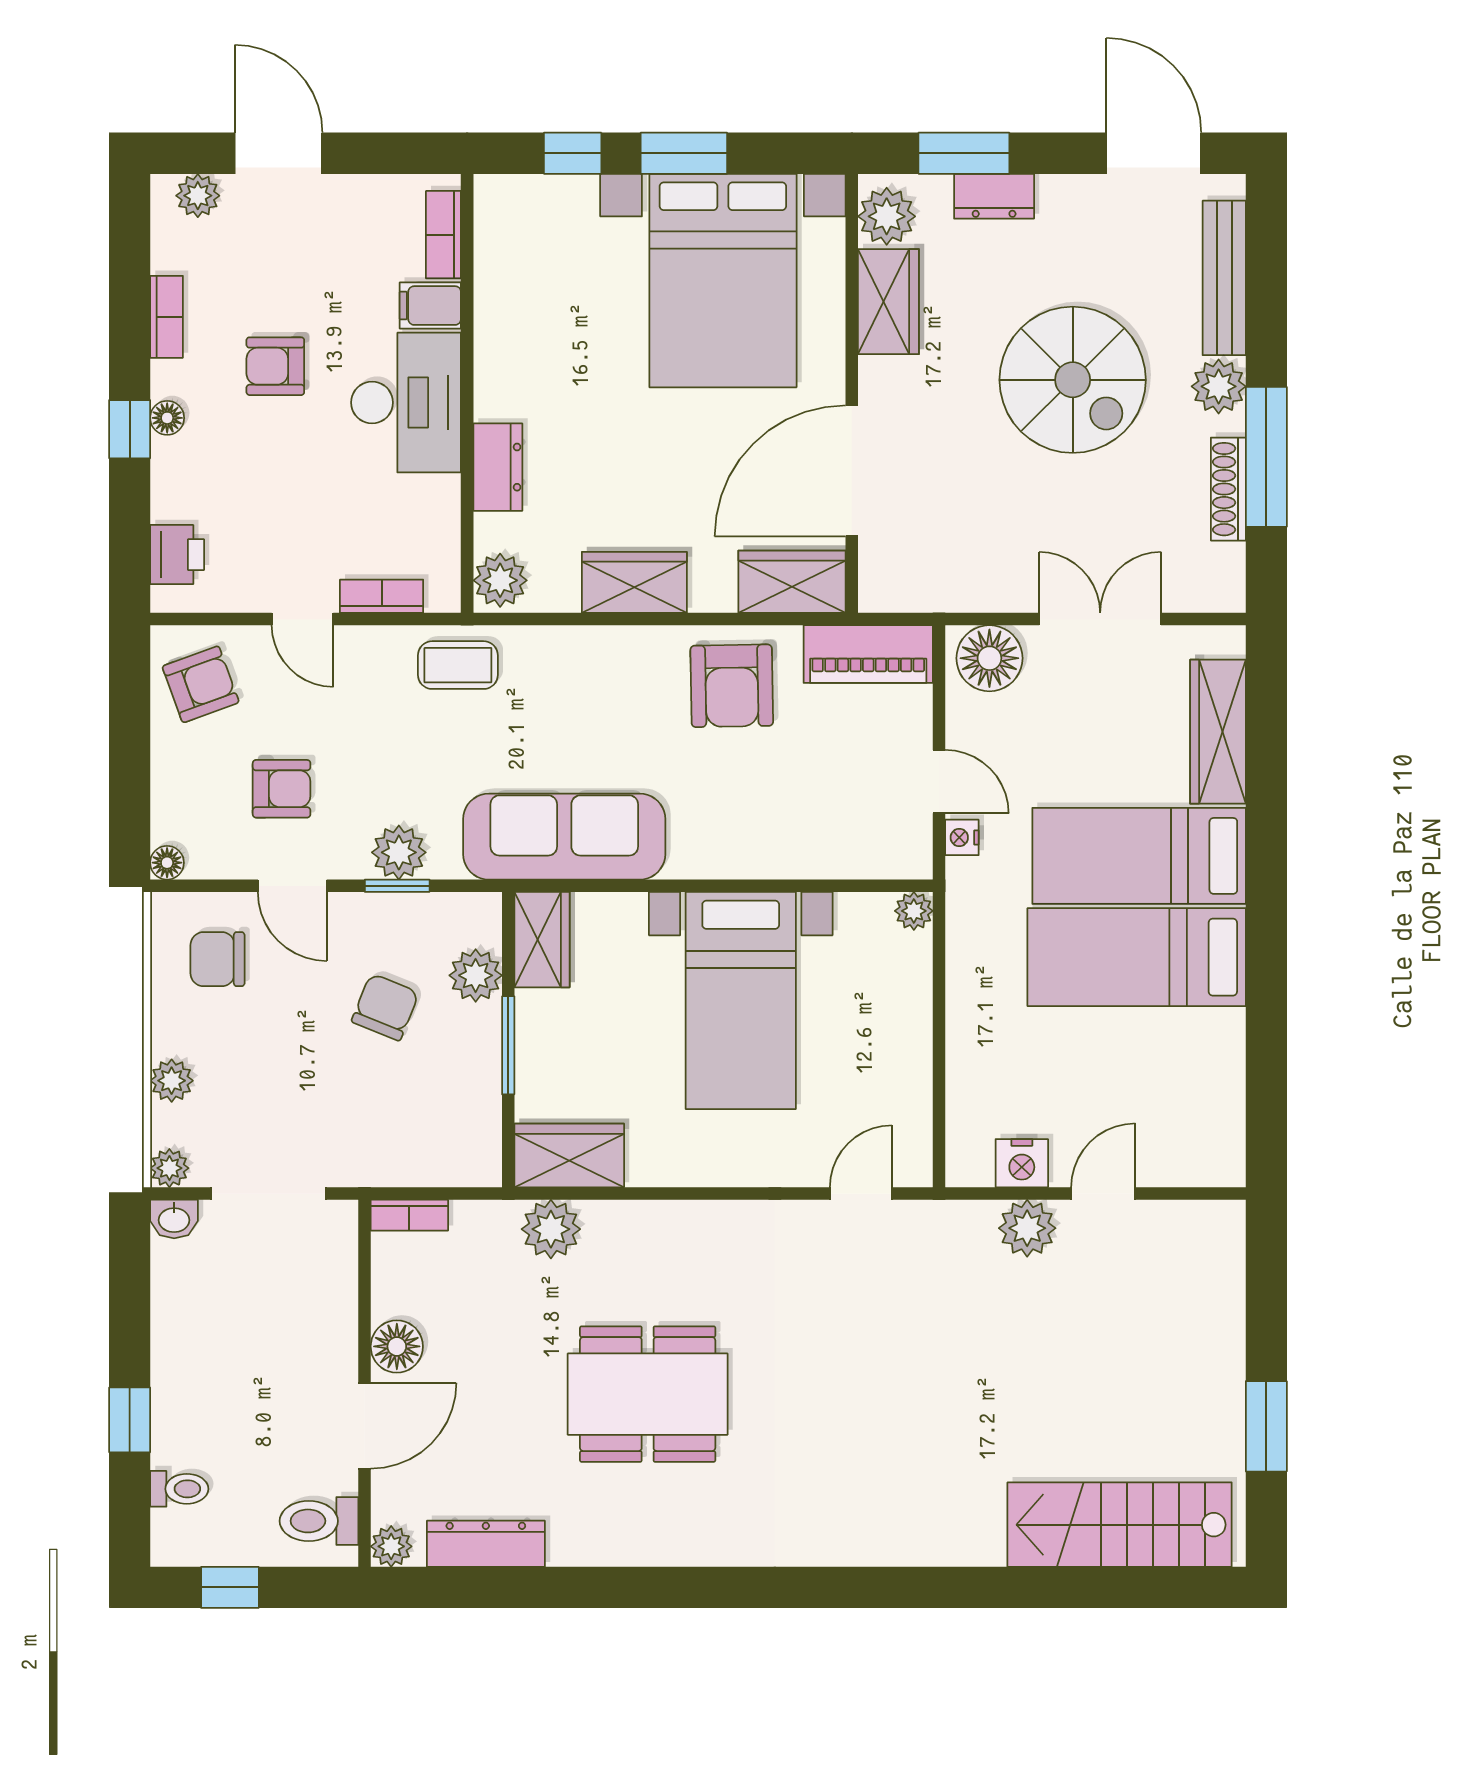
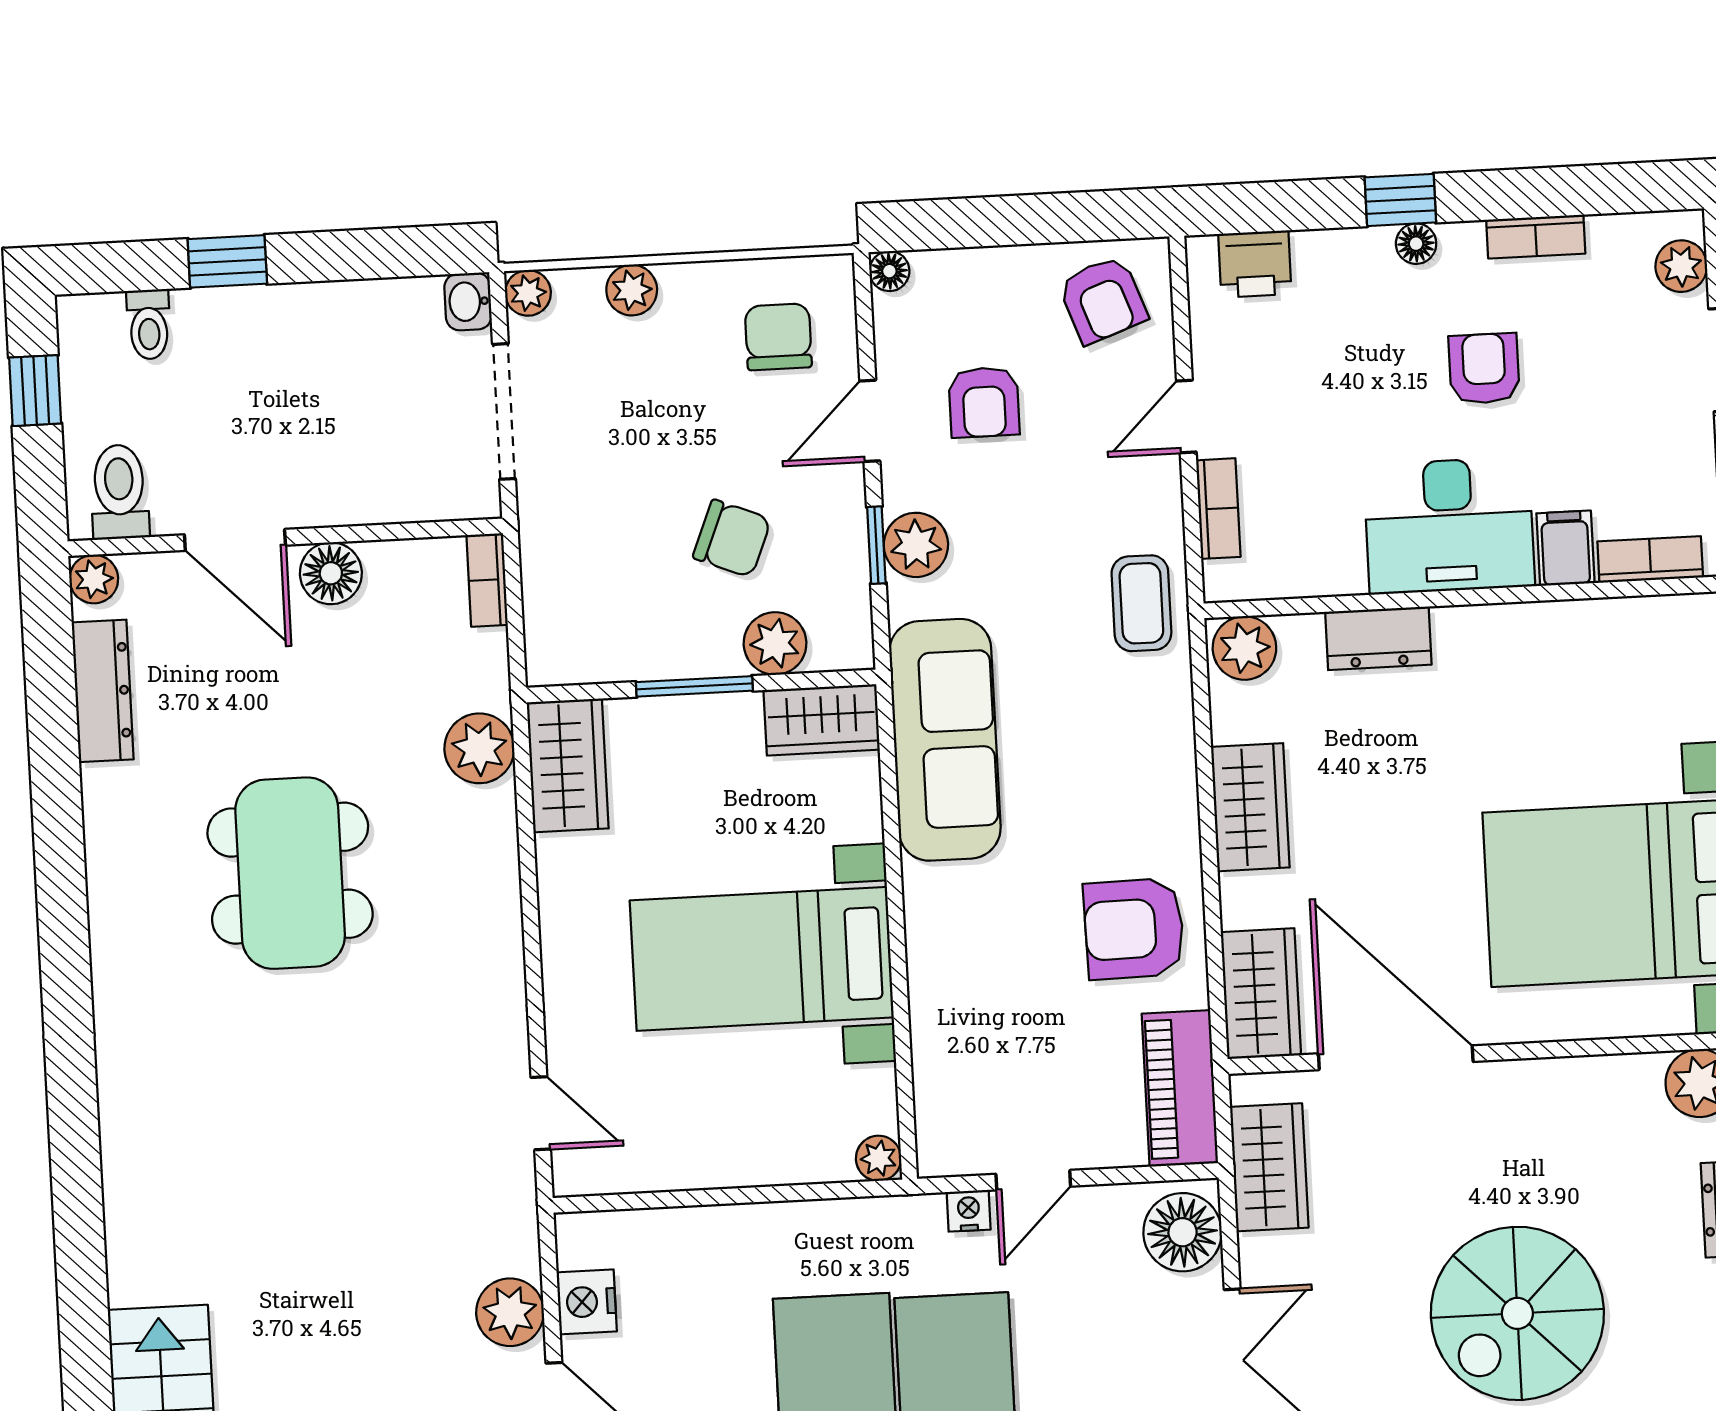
wardrobe: (888, 302) -> (1269, 1167), moved, turned -90

